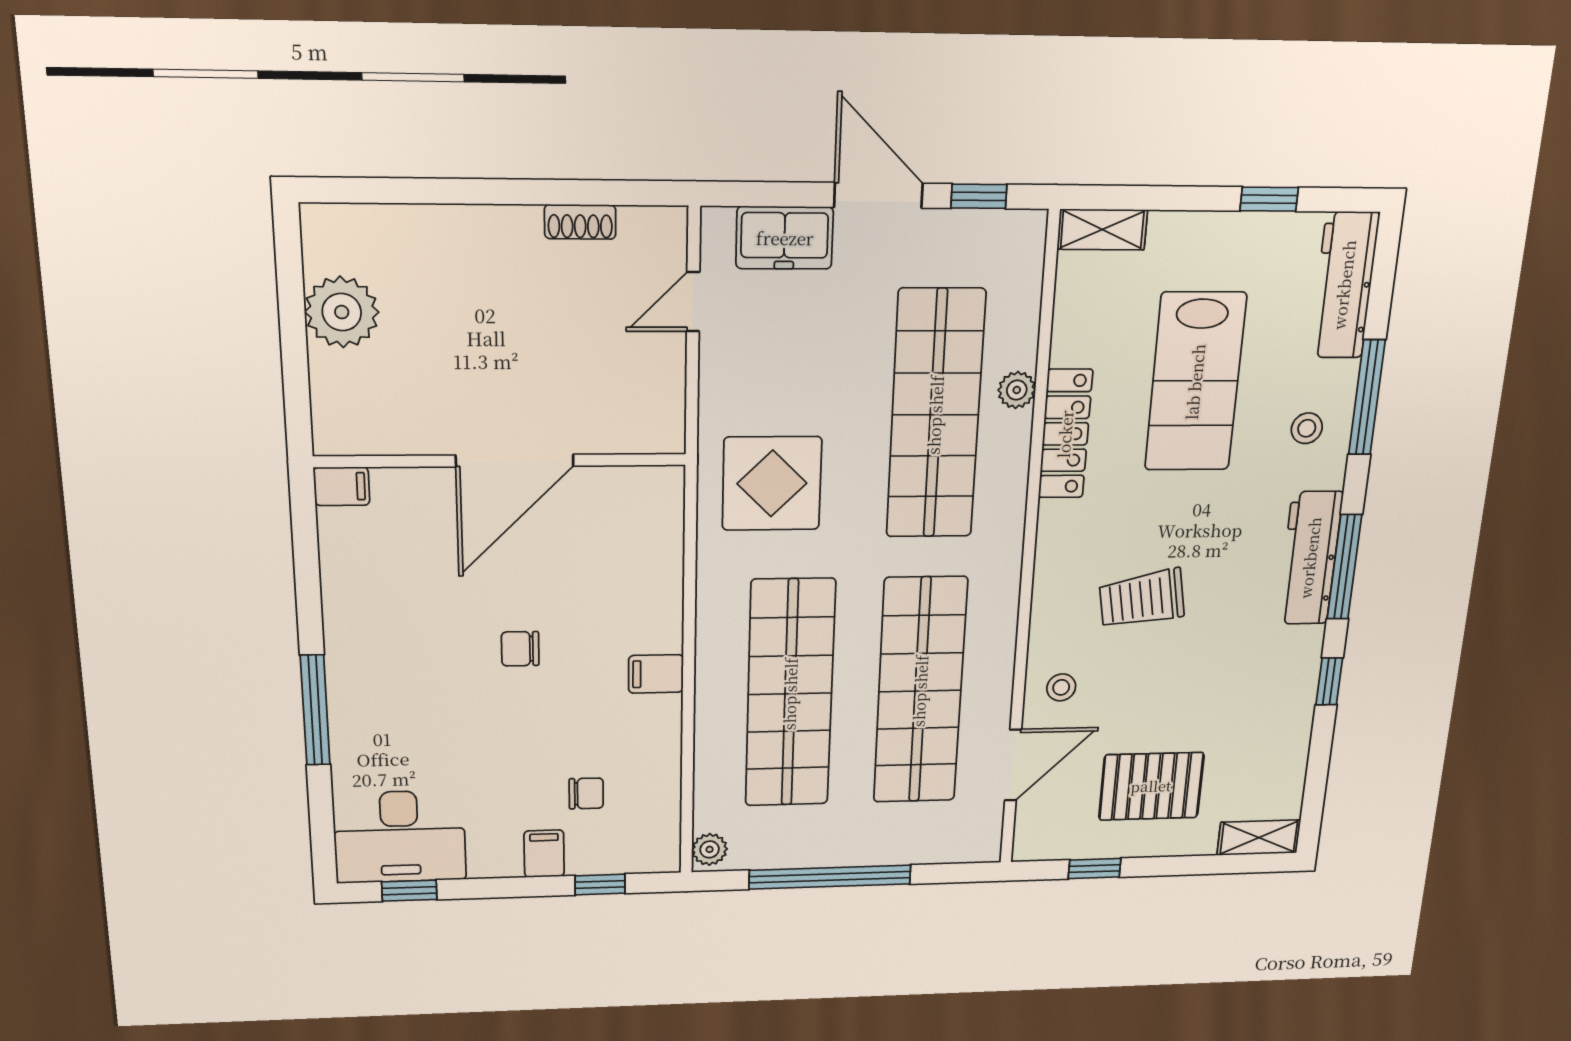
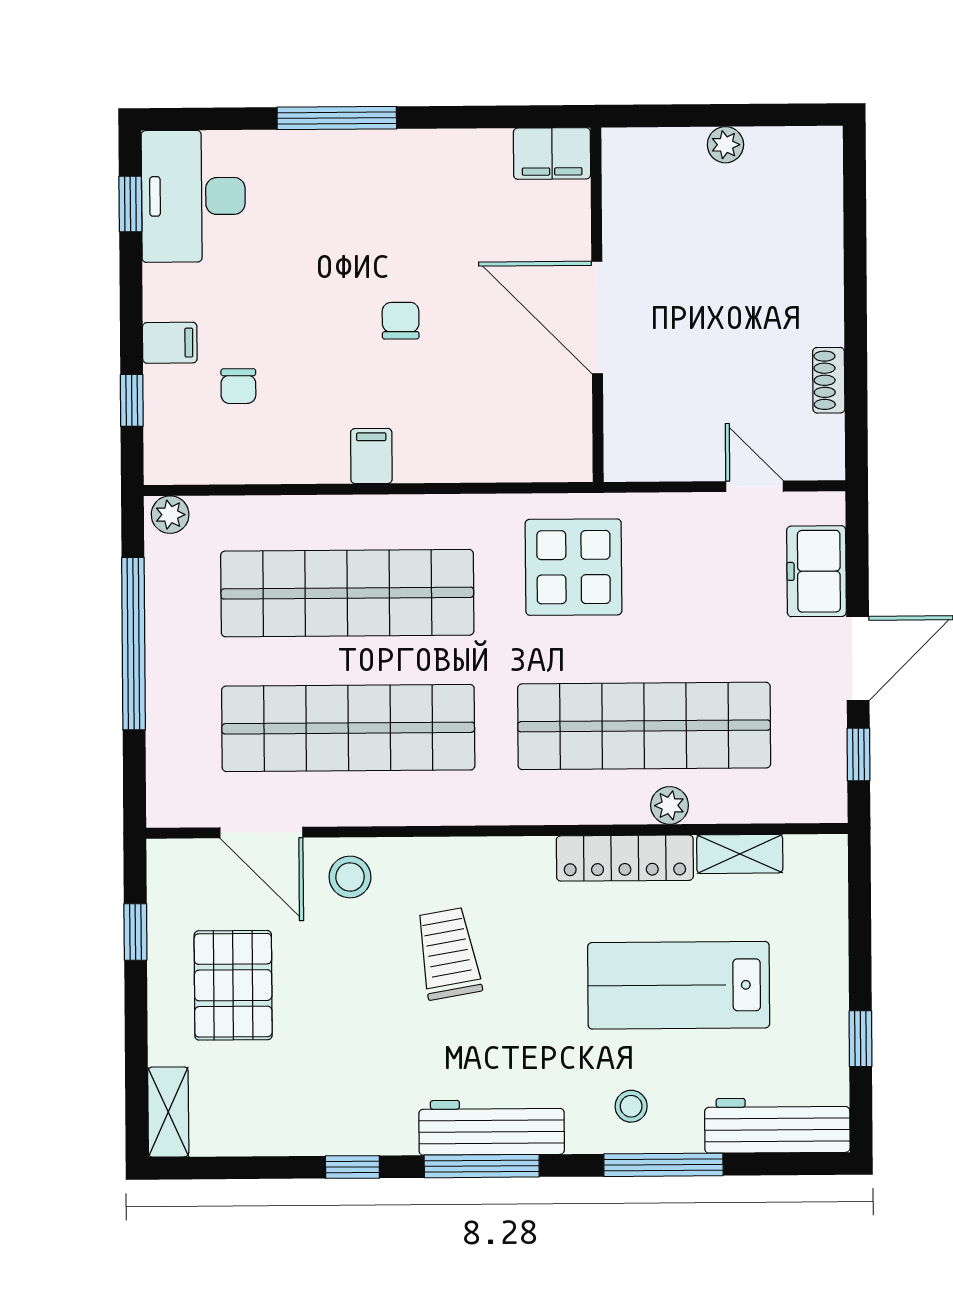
shelving: (1102, 230) -> (740, 854), moved, turned 90
plant: (342, 312) -> (725, 145), width x0.53, depth x0.53
filing cabinet: (342, 486) -> (552, 153), width x2.00
stool: (1061, 687) -> (350, 877), width x1.37, depth x1.37

